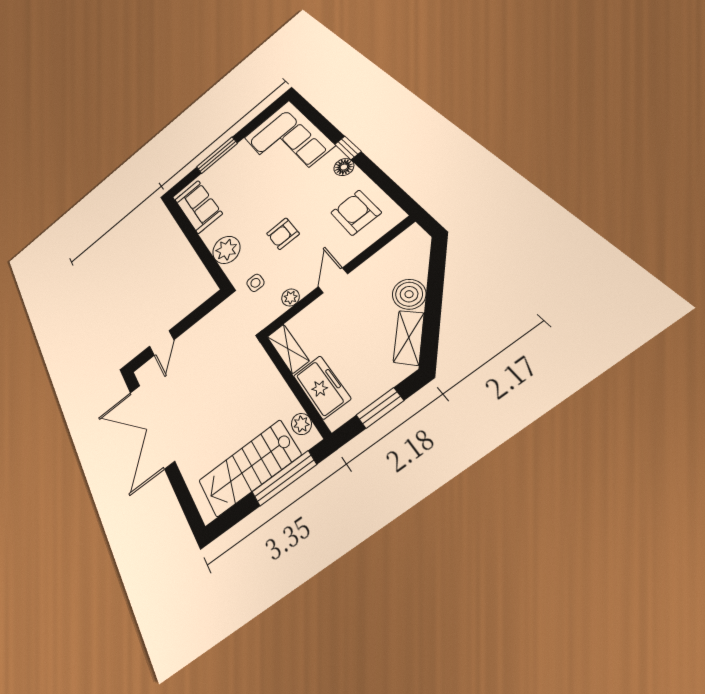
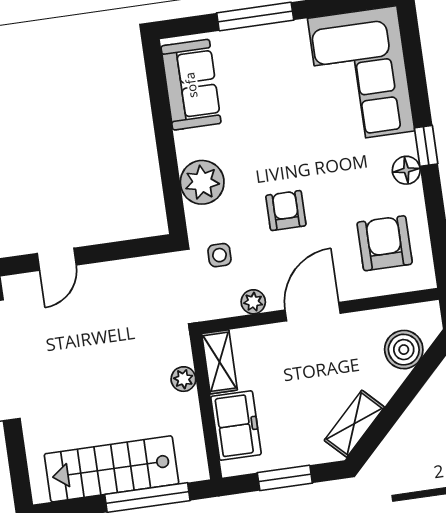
armchair: (283, 234) -> (286, 211), turned 90
door: (333, 280) -> (313, 312), width x1.38
boiler: (409, 294) -> (404, 350), moved
plant: (301, 424) -> (183, 379), moved

